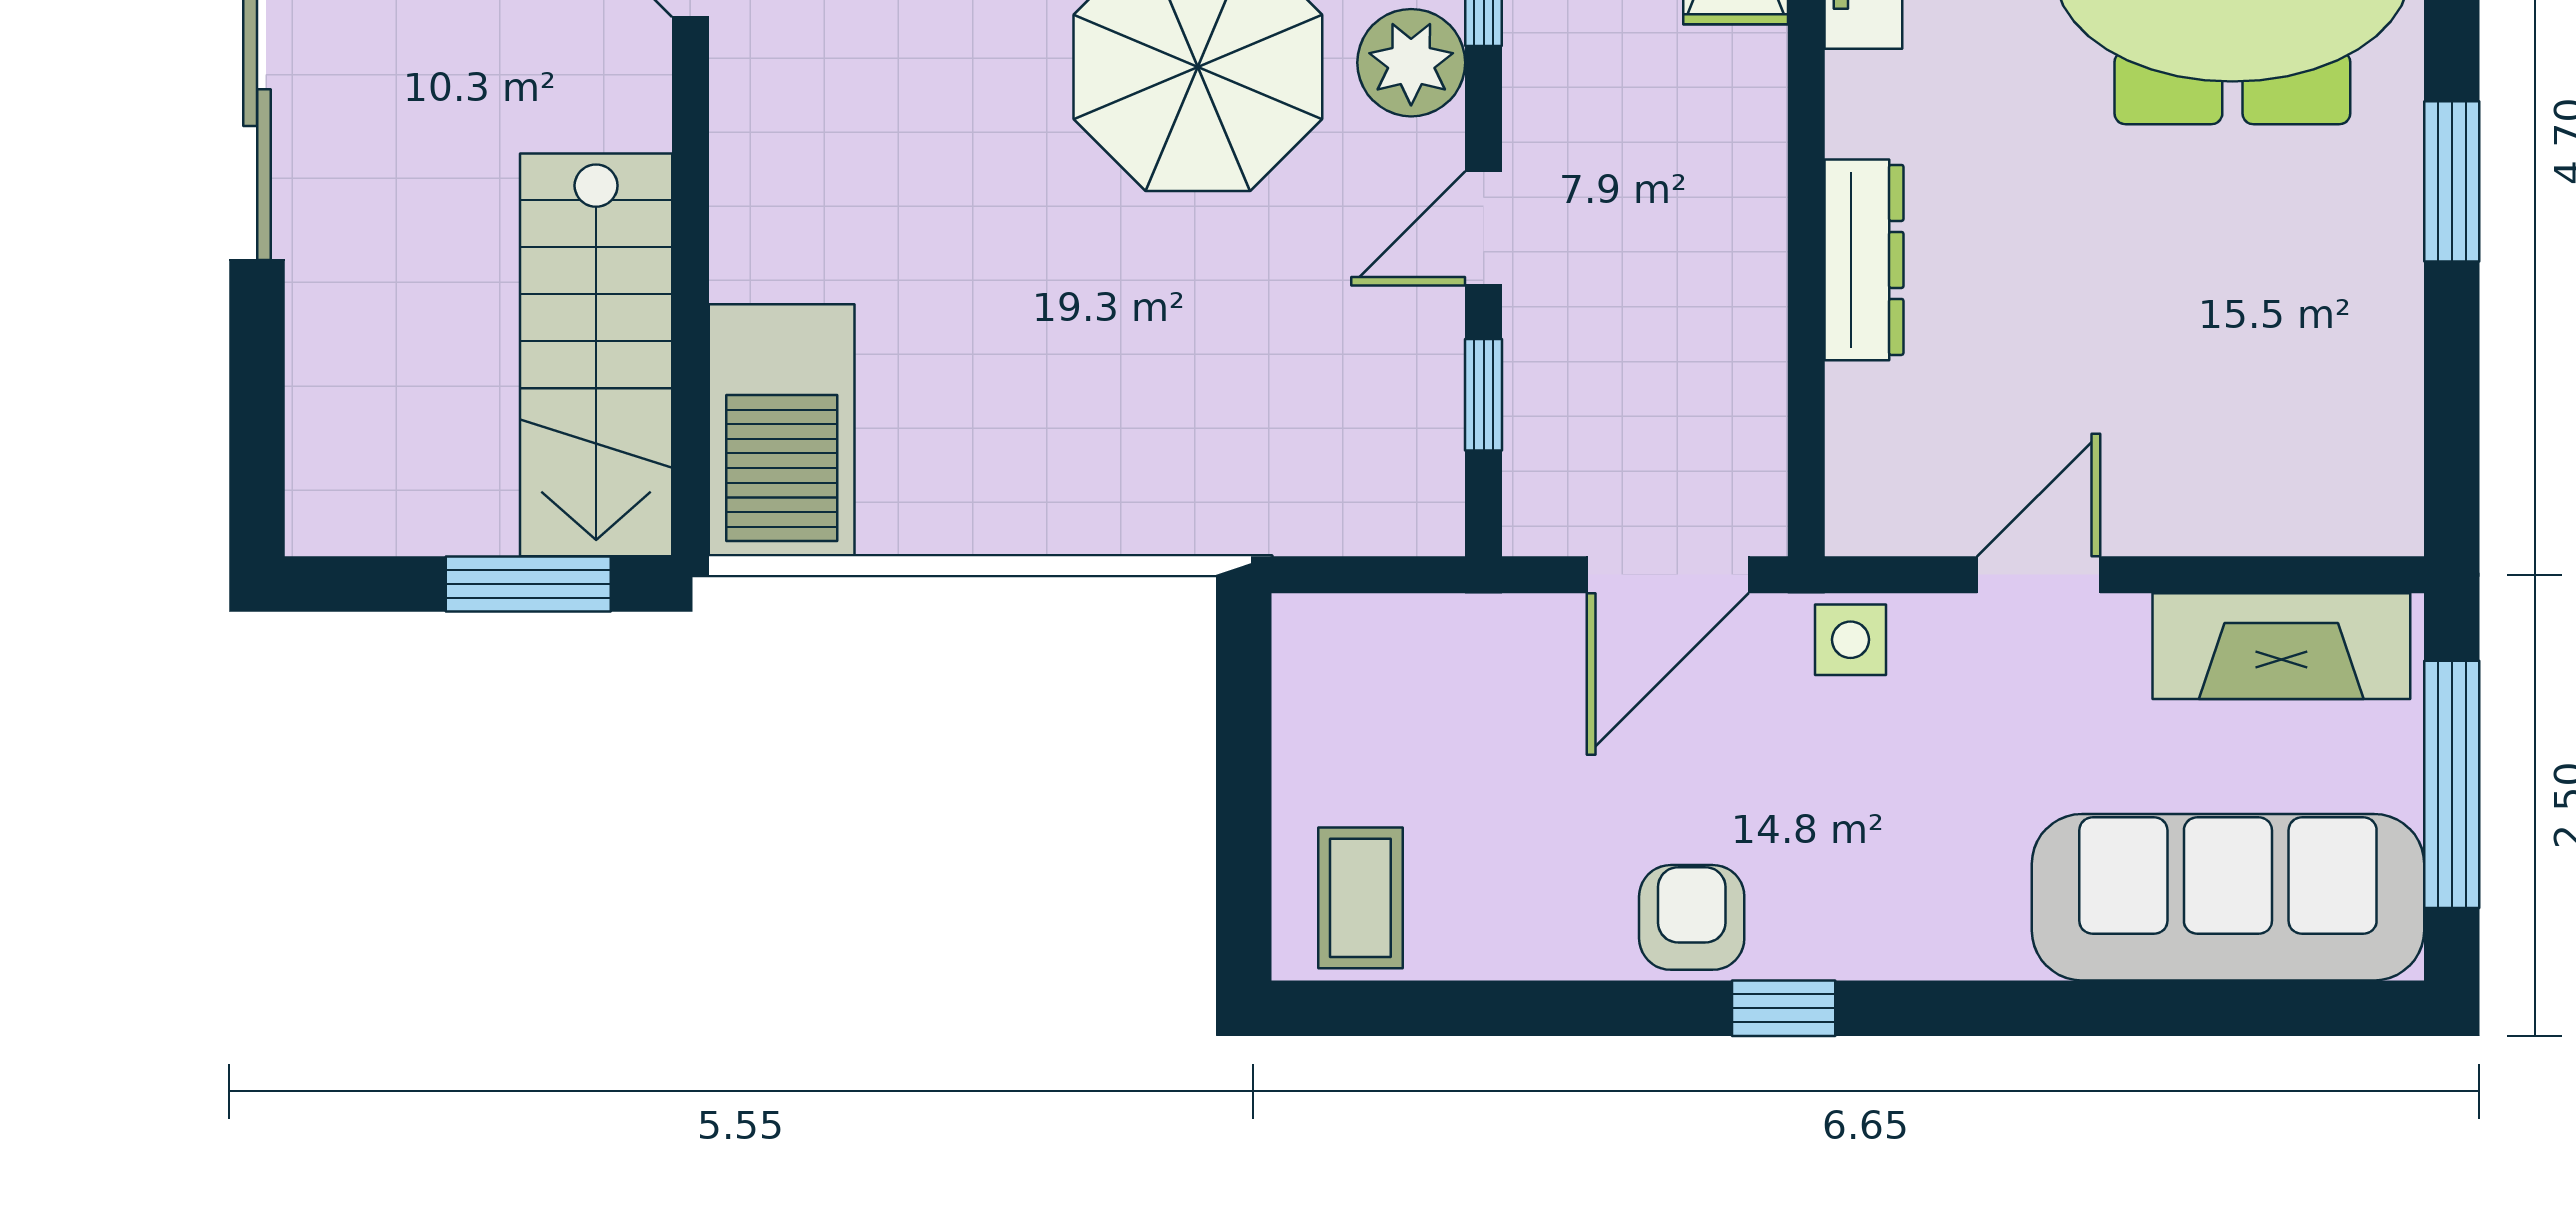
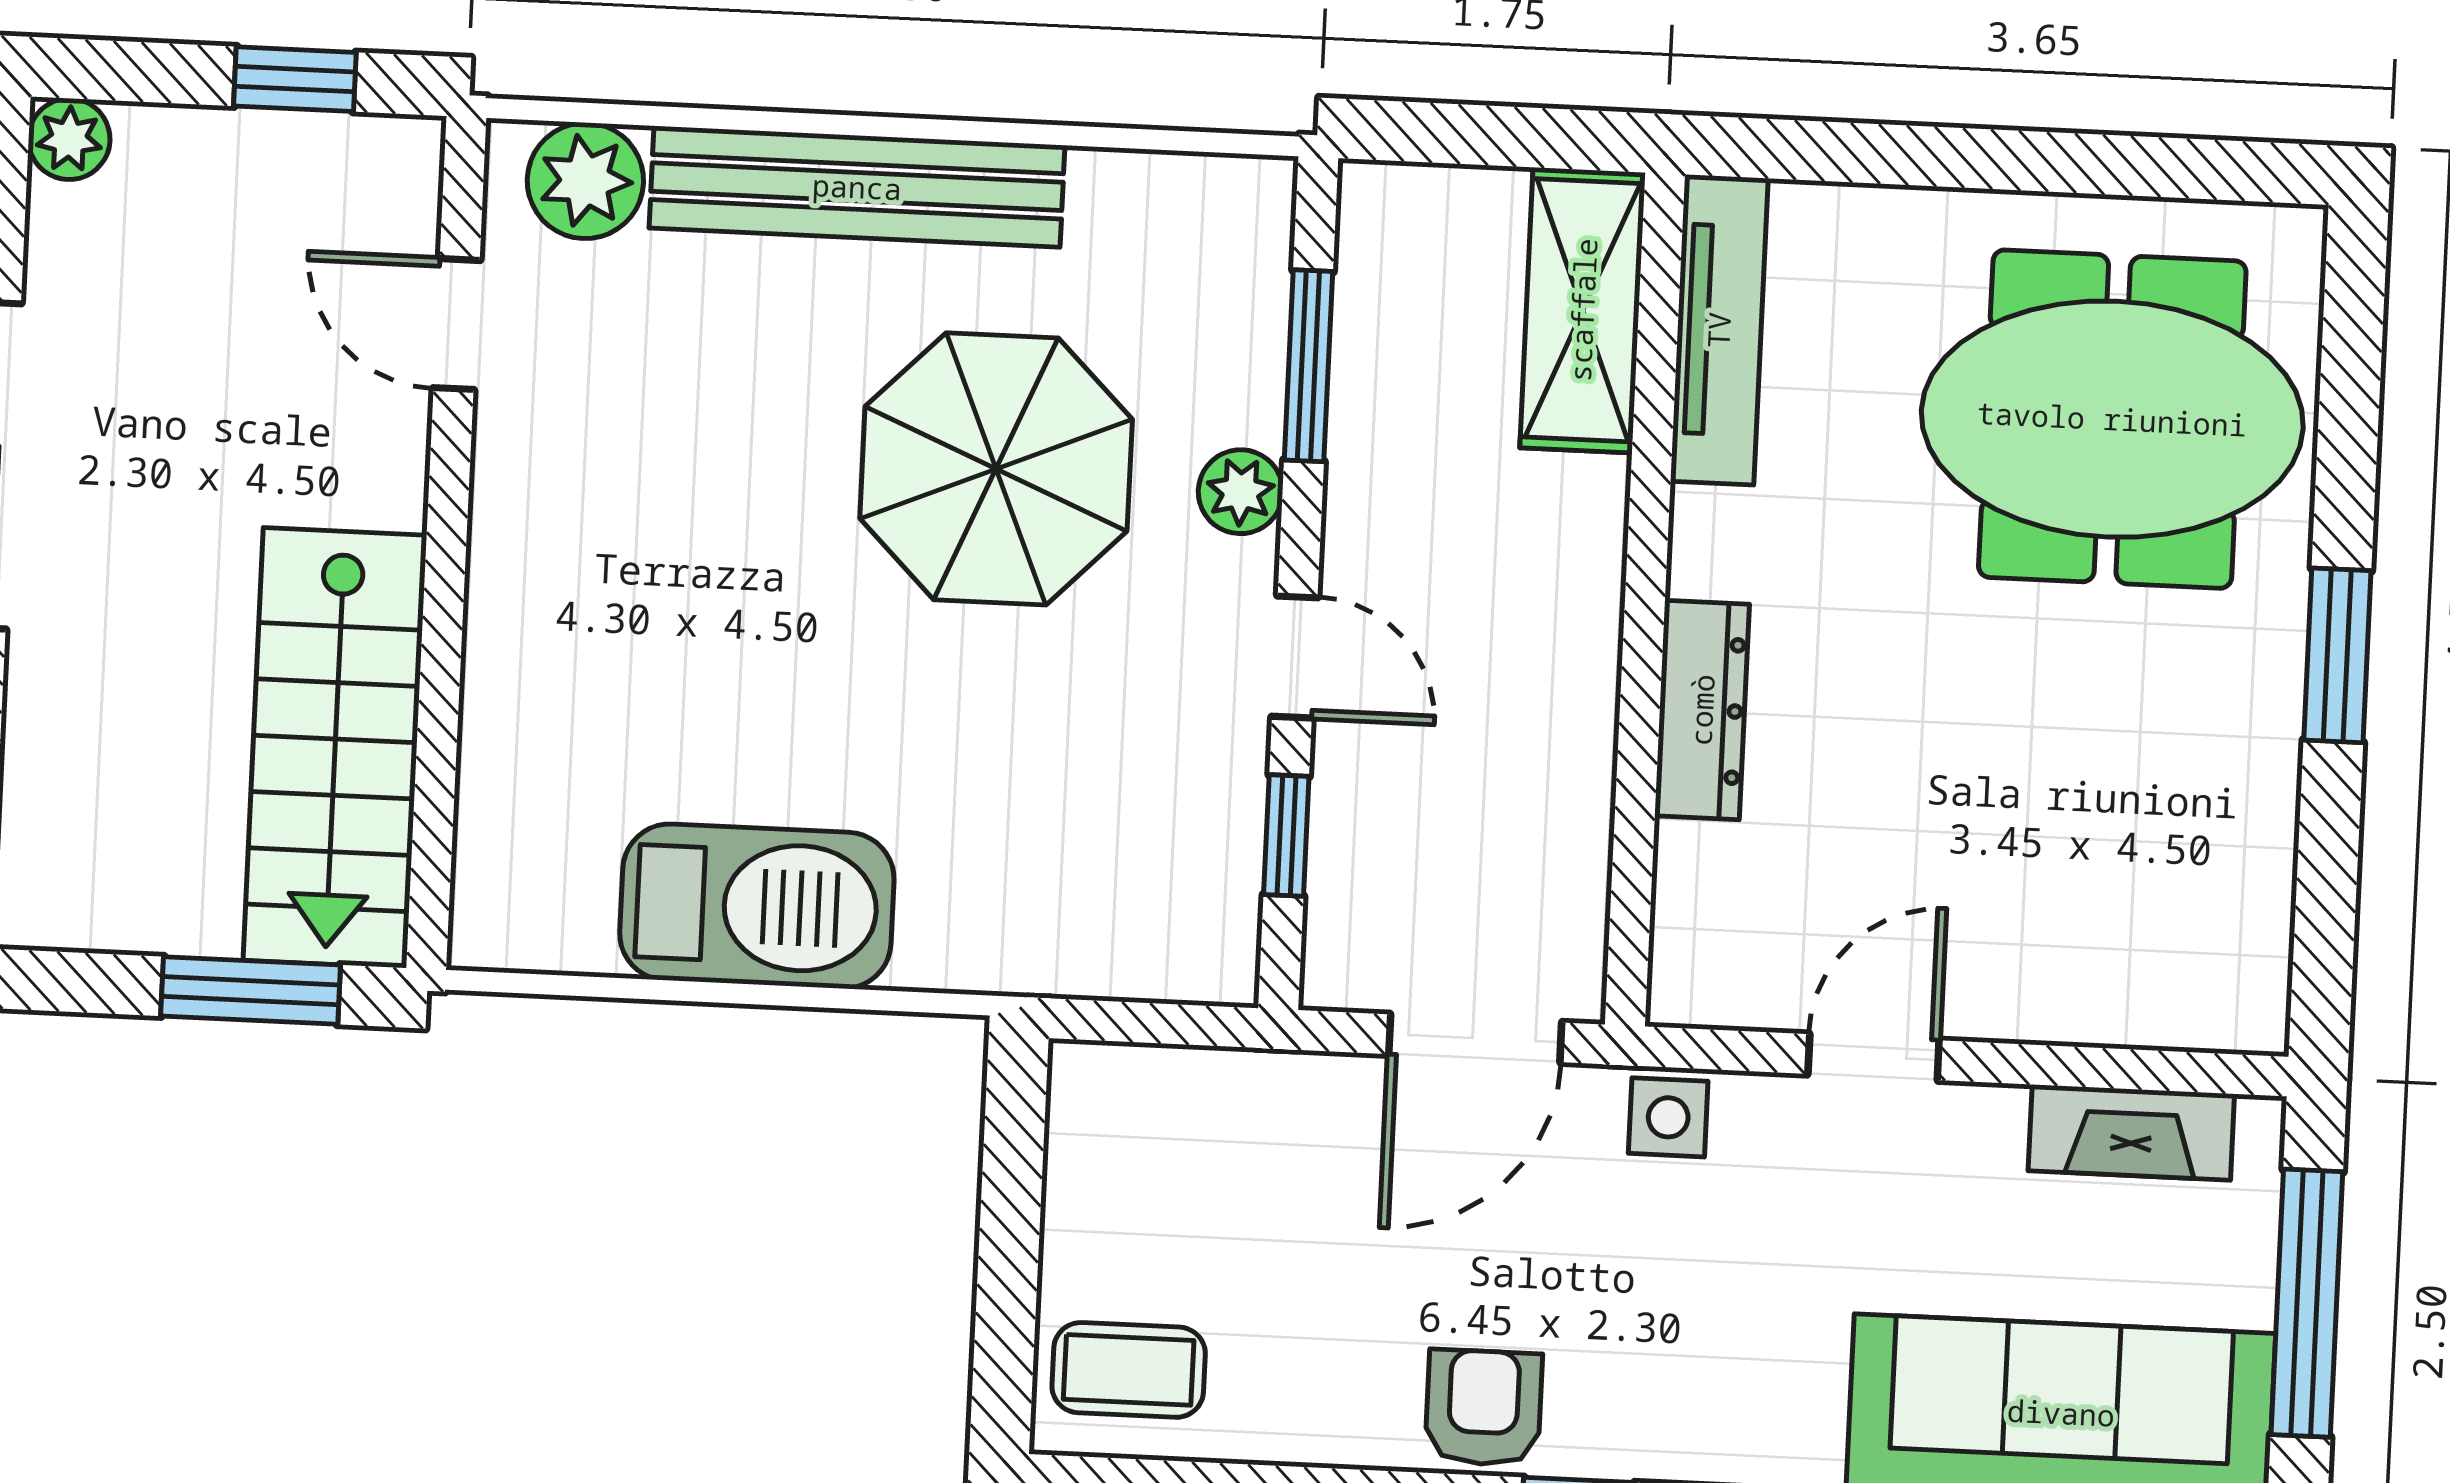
plant: (1411, 63) -> (1241, 492), width x0.73, depth x0.73
door: (1484, 228) -> (1295, 657), swing flipped
barbecue: (782, 430) -> (757, 906), moved, turned -90
fireplace: (2281, 646) -> (2131, 1132), width x0.73, depth x0.76
coffee table: (1360, 898) -> (1129, 1370), turned 90

